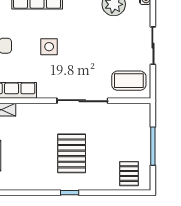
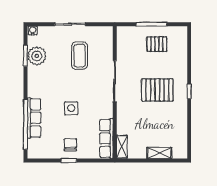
coffee table: (129, 81) -> (79, 56), moved
pallet: (129, 174) -> (157, 44), moved

